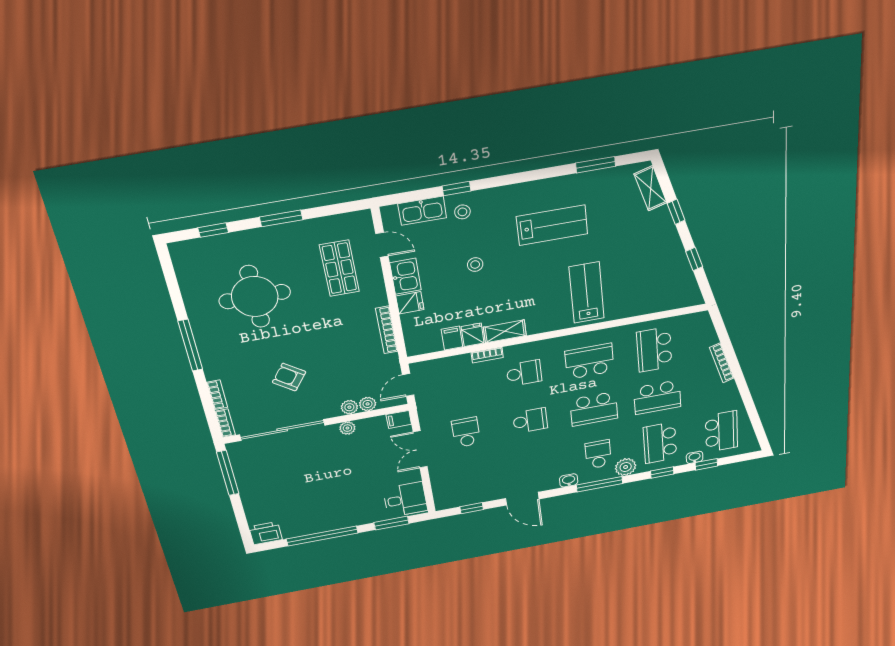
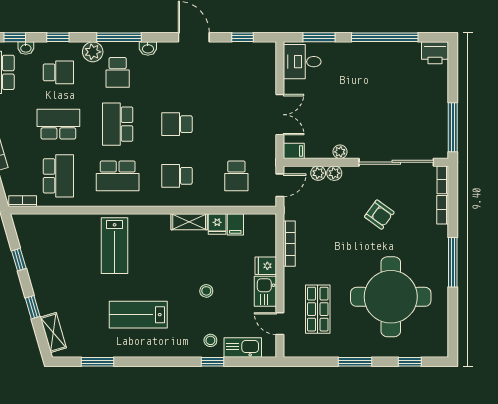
round table: (255, 297) -> (391, 297), width x1.36, depth x1.36
bookcase: (487, 355) -> (23, 201), moved
school desk: (594, 409) -> (118, 124), turned -90
school desk: (466, 432) -> (236, 176), moved
school desk: (660, 443) -> (58, 72), width x0.54

